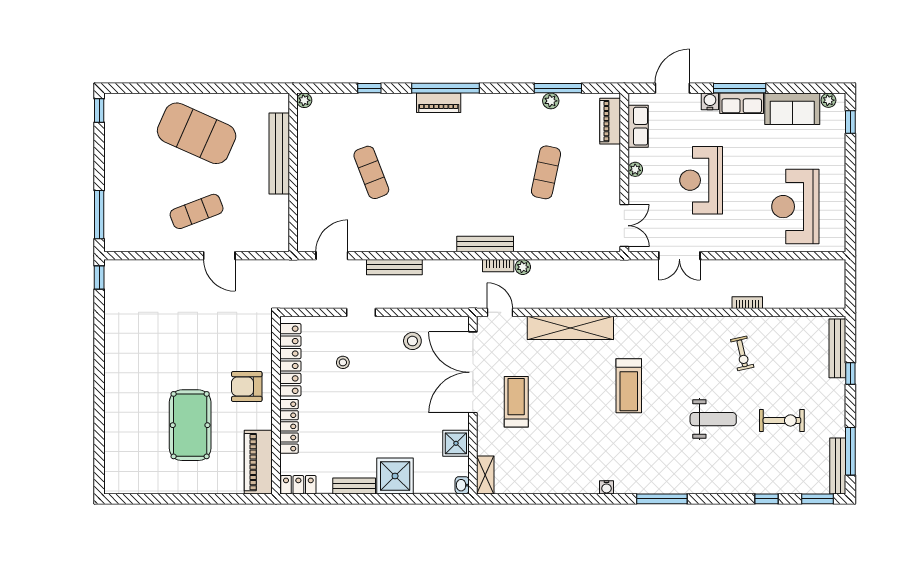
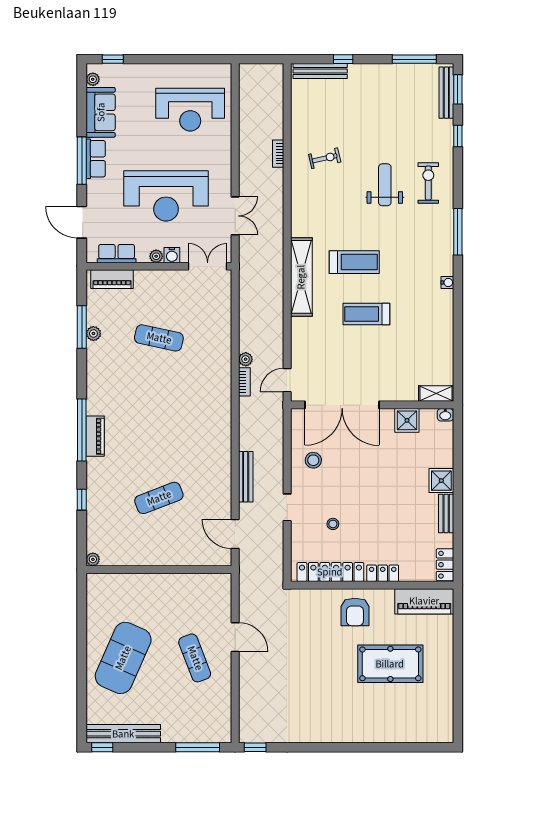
water cooler: (710, 101) -> (172, 255), moved, turned -90
bench: (279, 153) -> (123, 734), moved
reception desk: (701, 180) -> (166, 196), width x1.36, depth x1.30
bench: (485, 244) -> (224, 394), removed
door: (219, 256) -> (235, 637), hinge flipped
shelving: (570, 328) -> (301, 277), moved
treadmill: (516, 402) -> (366, 314), moved
exercise bike: (782, 420) -> (428, 183), moved
locker: (289, 426) -> (383, 573), width x0.66
bench: (838, 466) -> (446, 93), moved, turned 90
shower: (395, 476) -> (441, 481), width x0.73, depth x0.73

